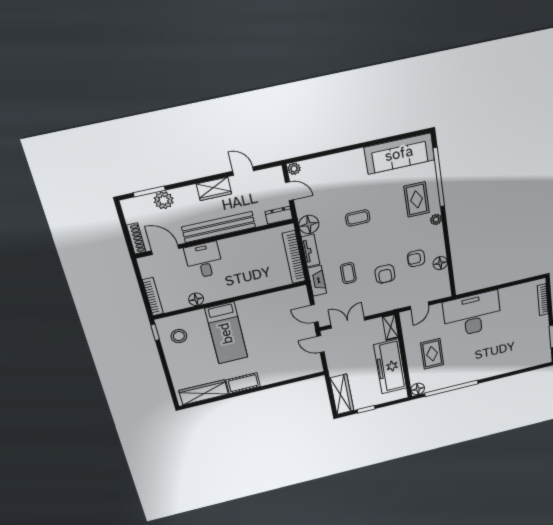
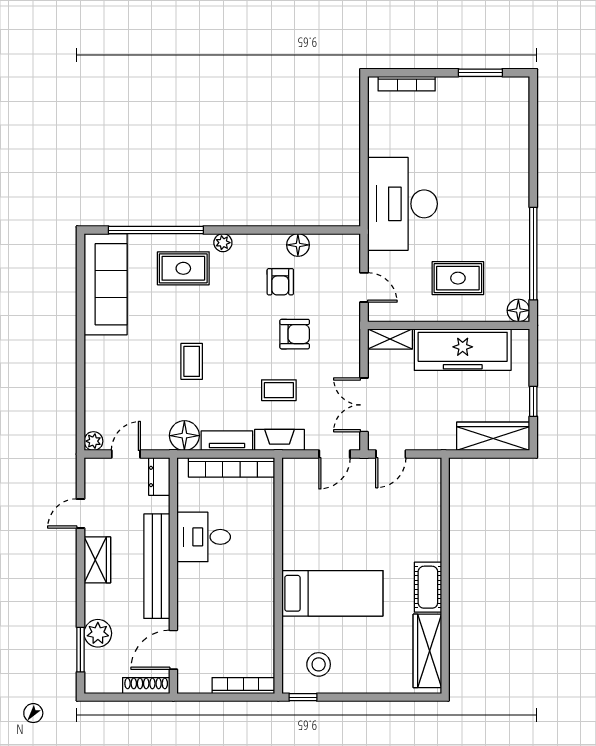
desk: (204, 260) -> (204, 537), moved
floor lamp: (196, 299) -> (264, 625), removed

